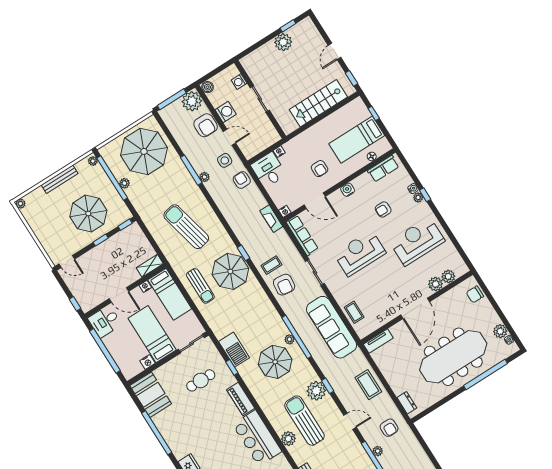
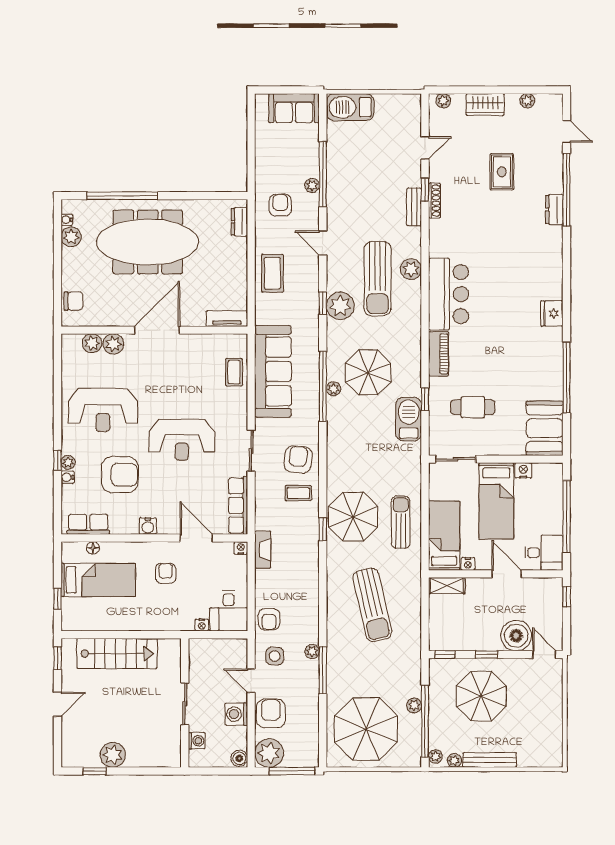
plant: (20, 204) -> (454, 760), moved
armchair: (383, 209) -> (120, 475), width x1.88, depth x1.88
boiler: (90, 262) -> (516, 636), added

